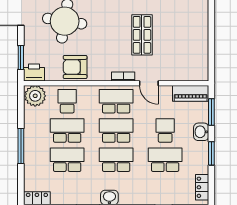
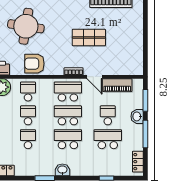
shop shelf: (142, 35) -> (89, 38), turned 90
piano: (191, 93) -> (117, 85), moved
school desk: (67, 130) -> (28, 115), width x0.54
window: (211, 153) -> (145, 134), width x1.44
school desk: (67, 160) -> (28, 139), width x0.54

